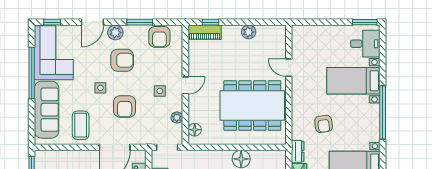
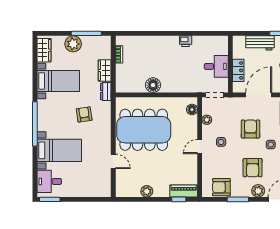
armchair: (159, 37) -> (221, 187), turned -90
armchair: (122, 60) -> (253, 168), turned -90

